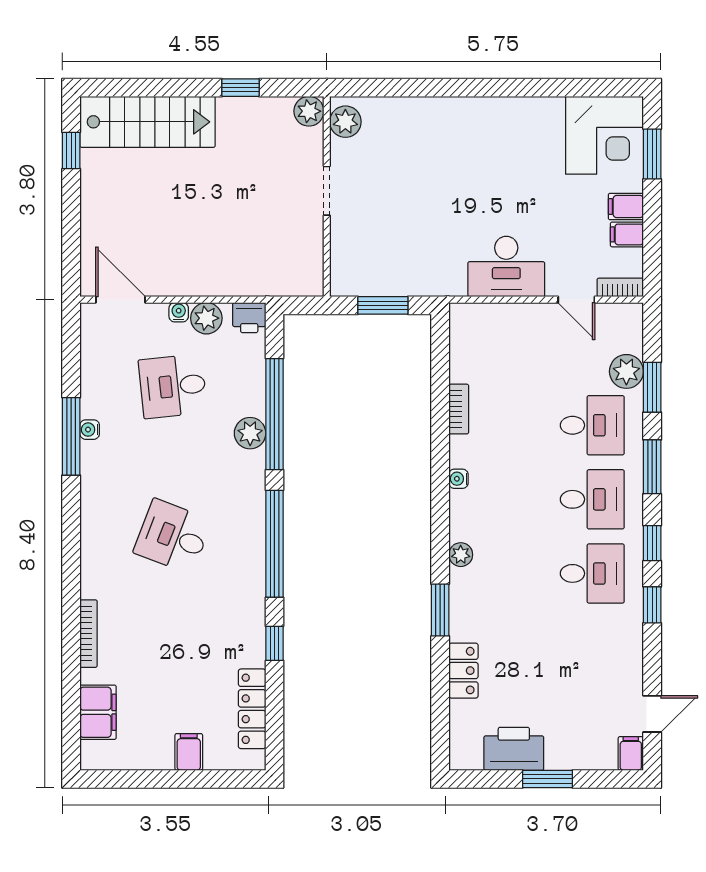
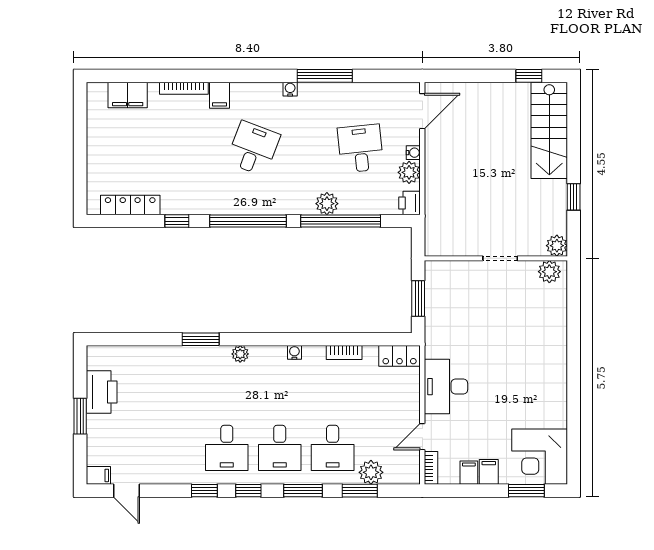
water cooler: (90, 430) -> (290, 89), moved
locker: (463, 671) -> (400, 356), moved
filing cabinet: (189, 752) -> (219, 95), moved, turned 90

